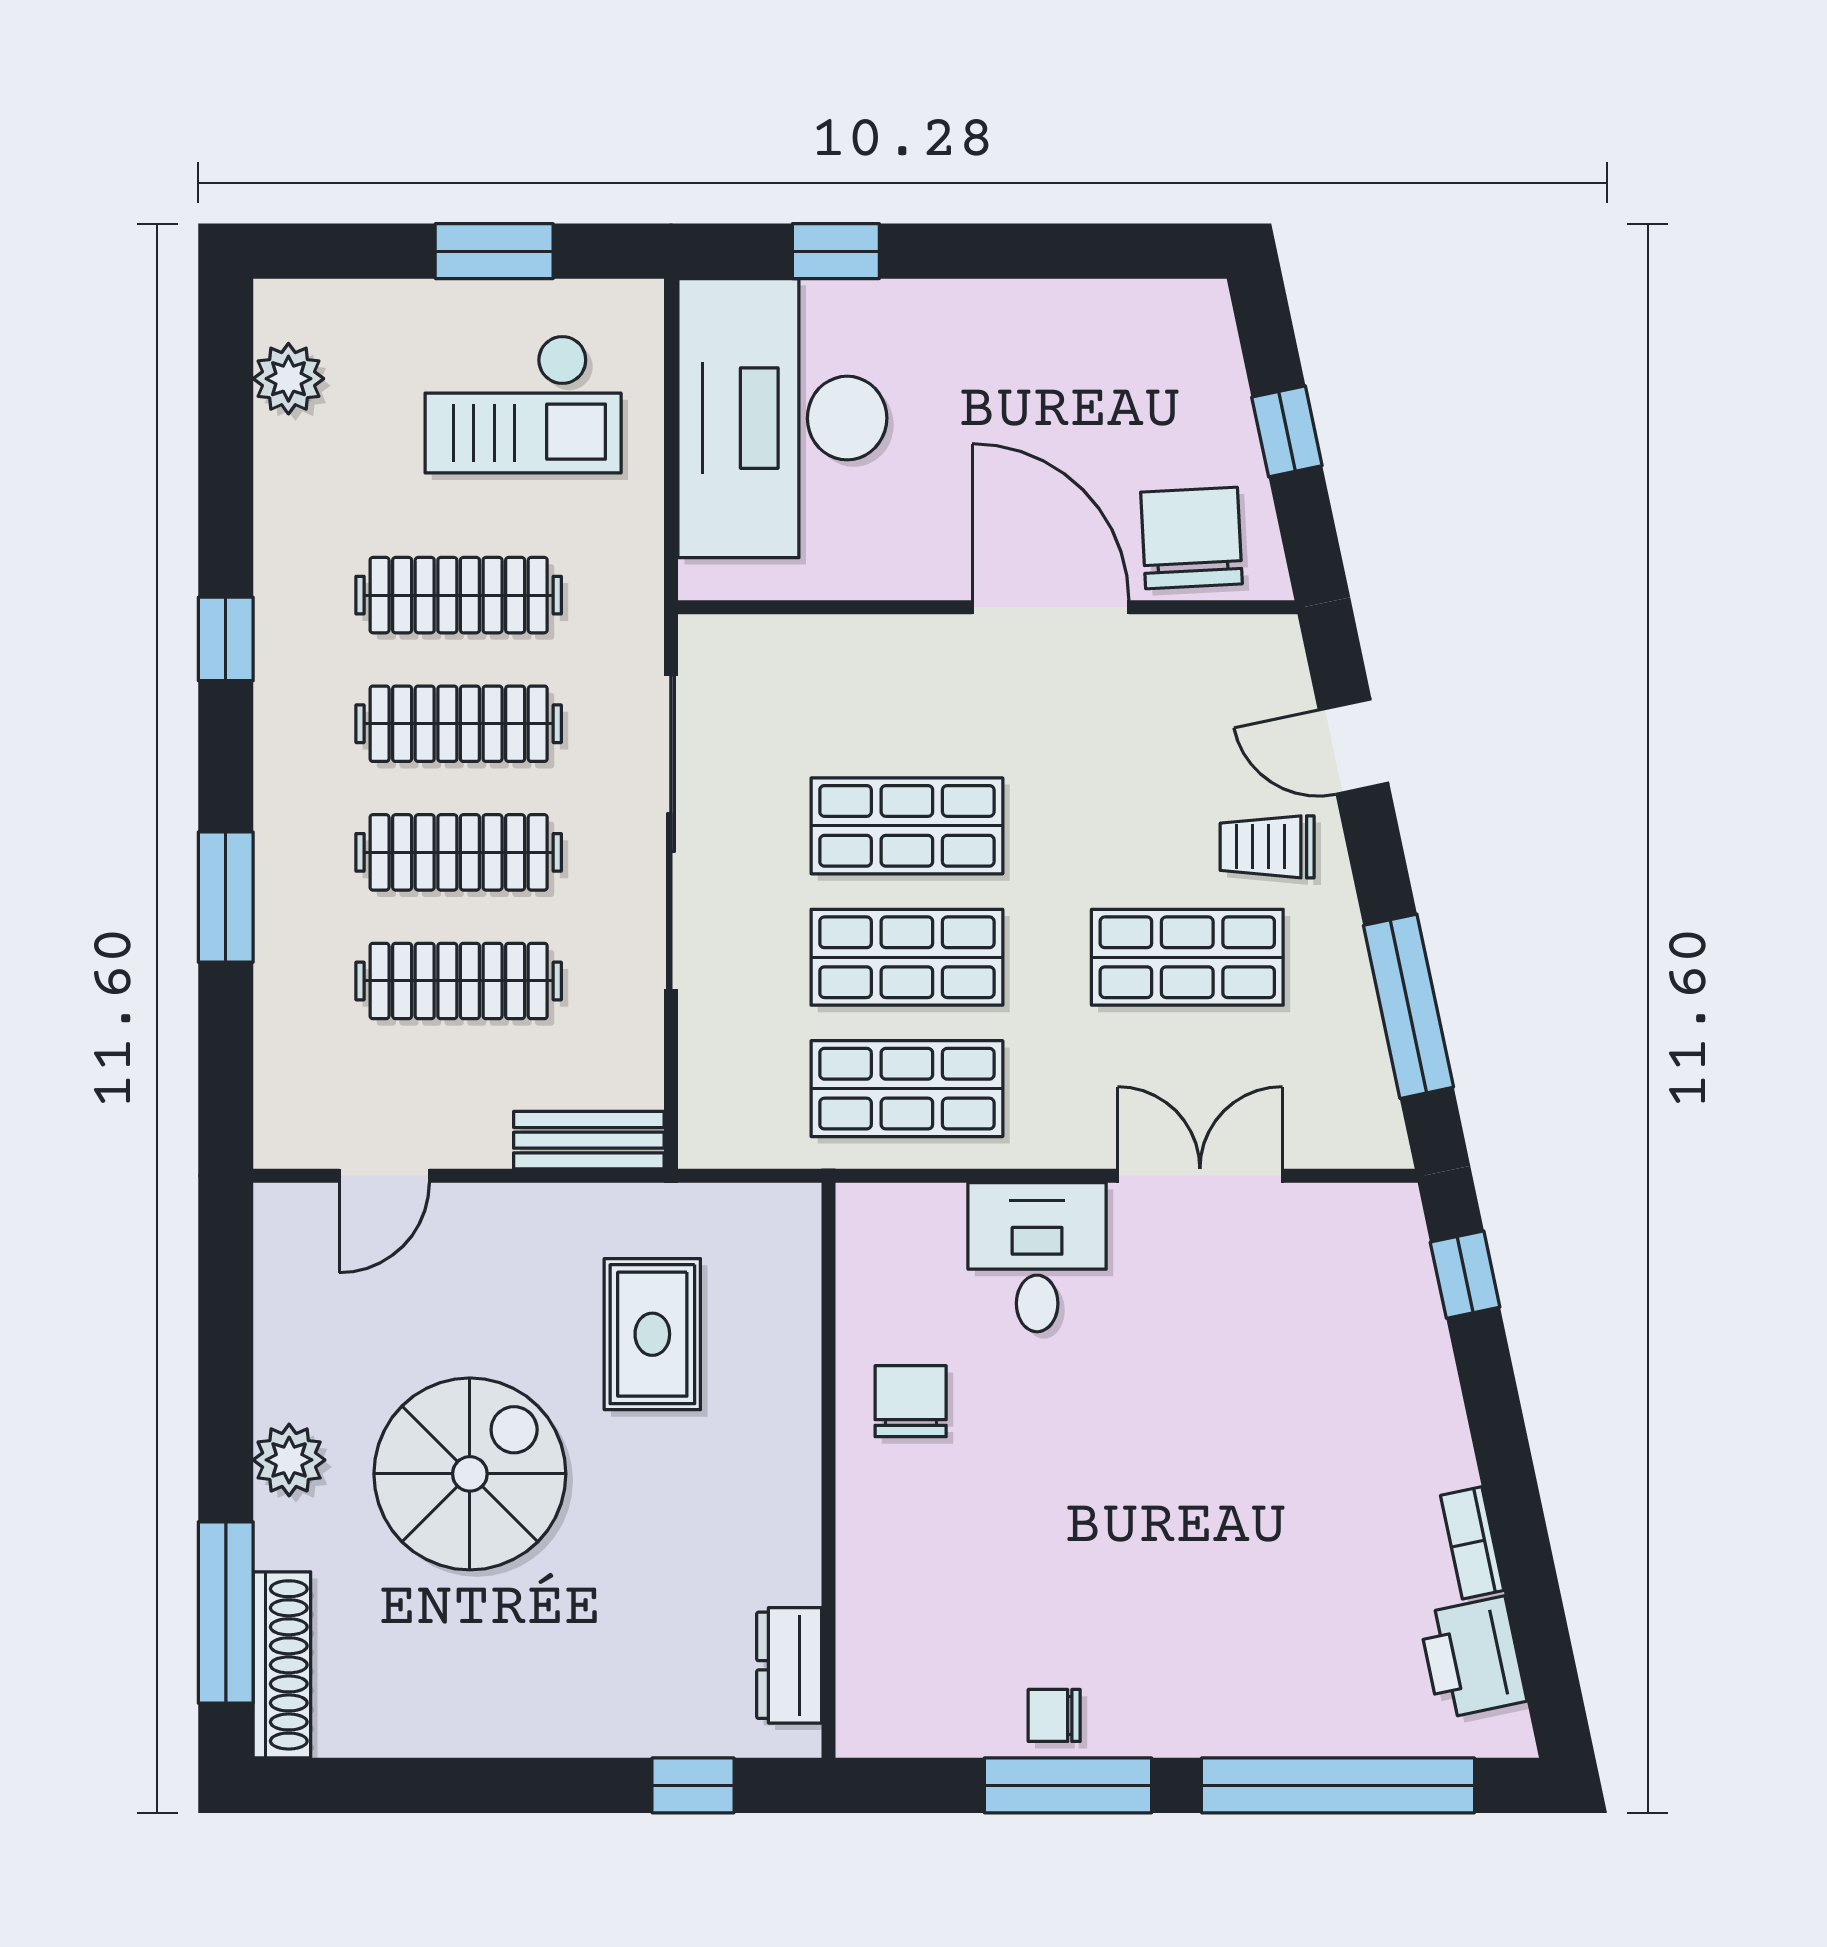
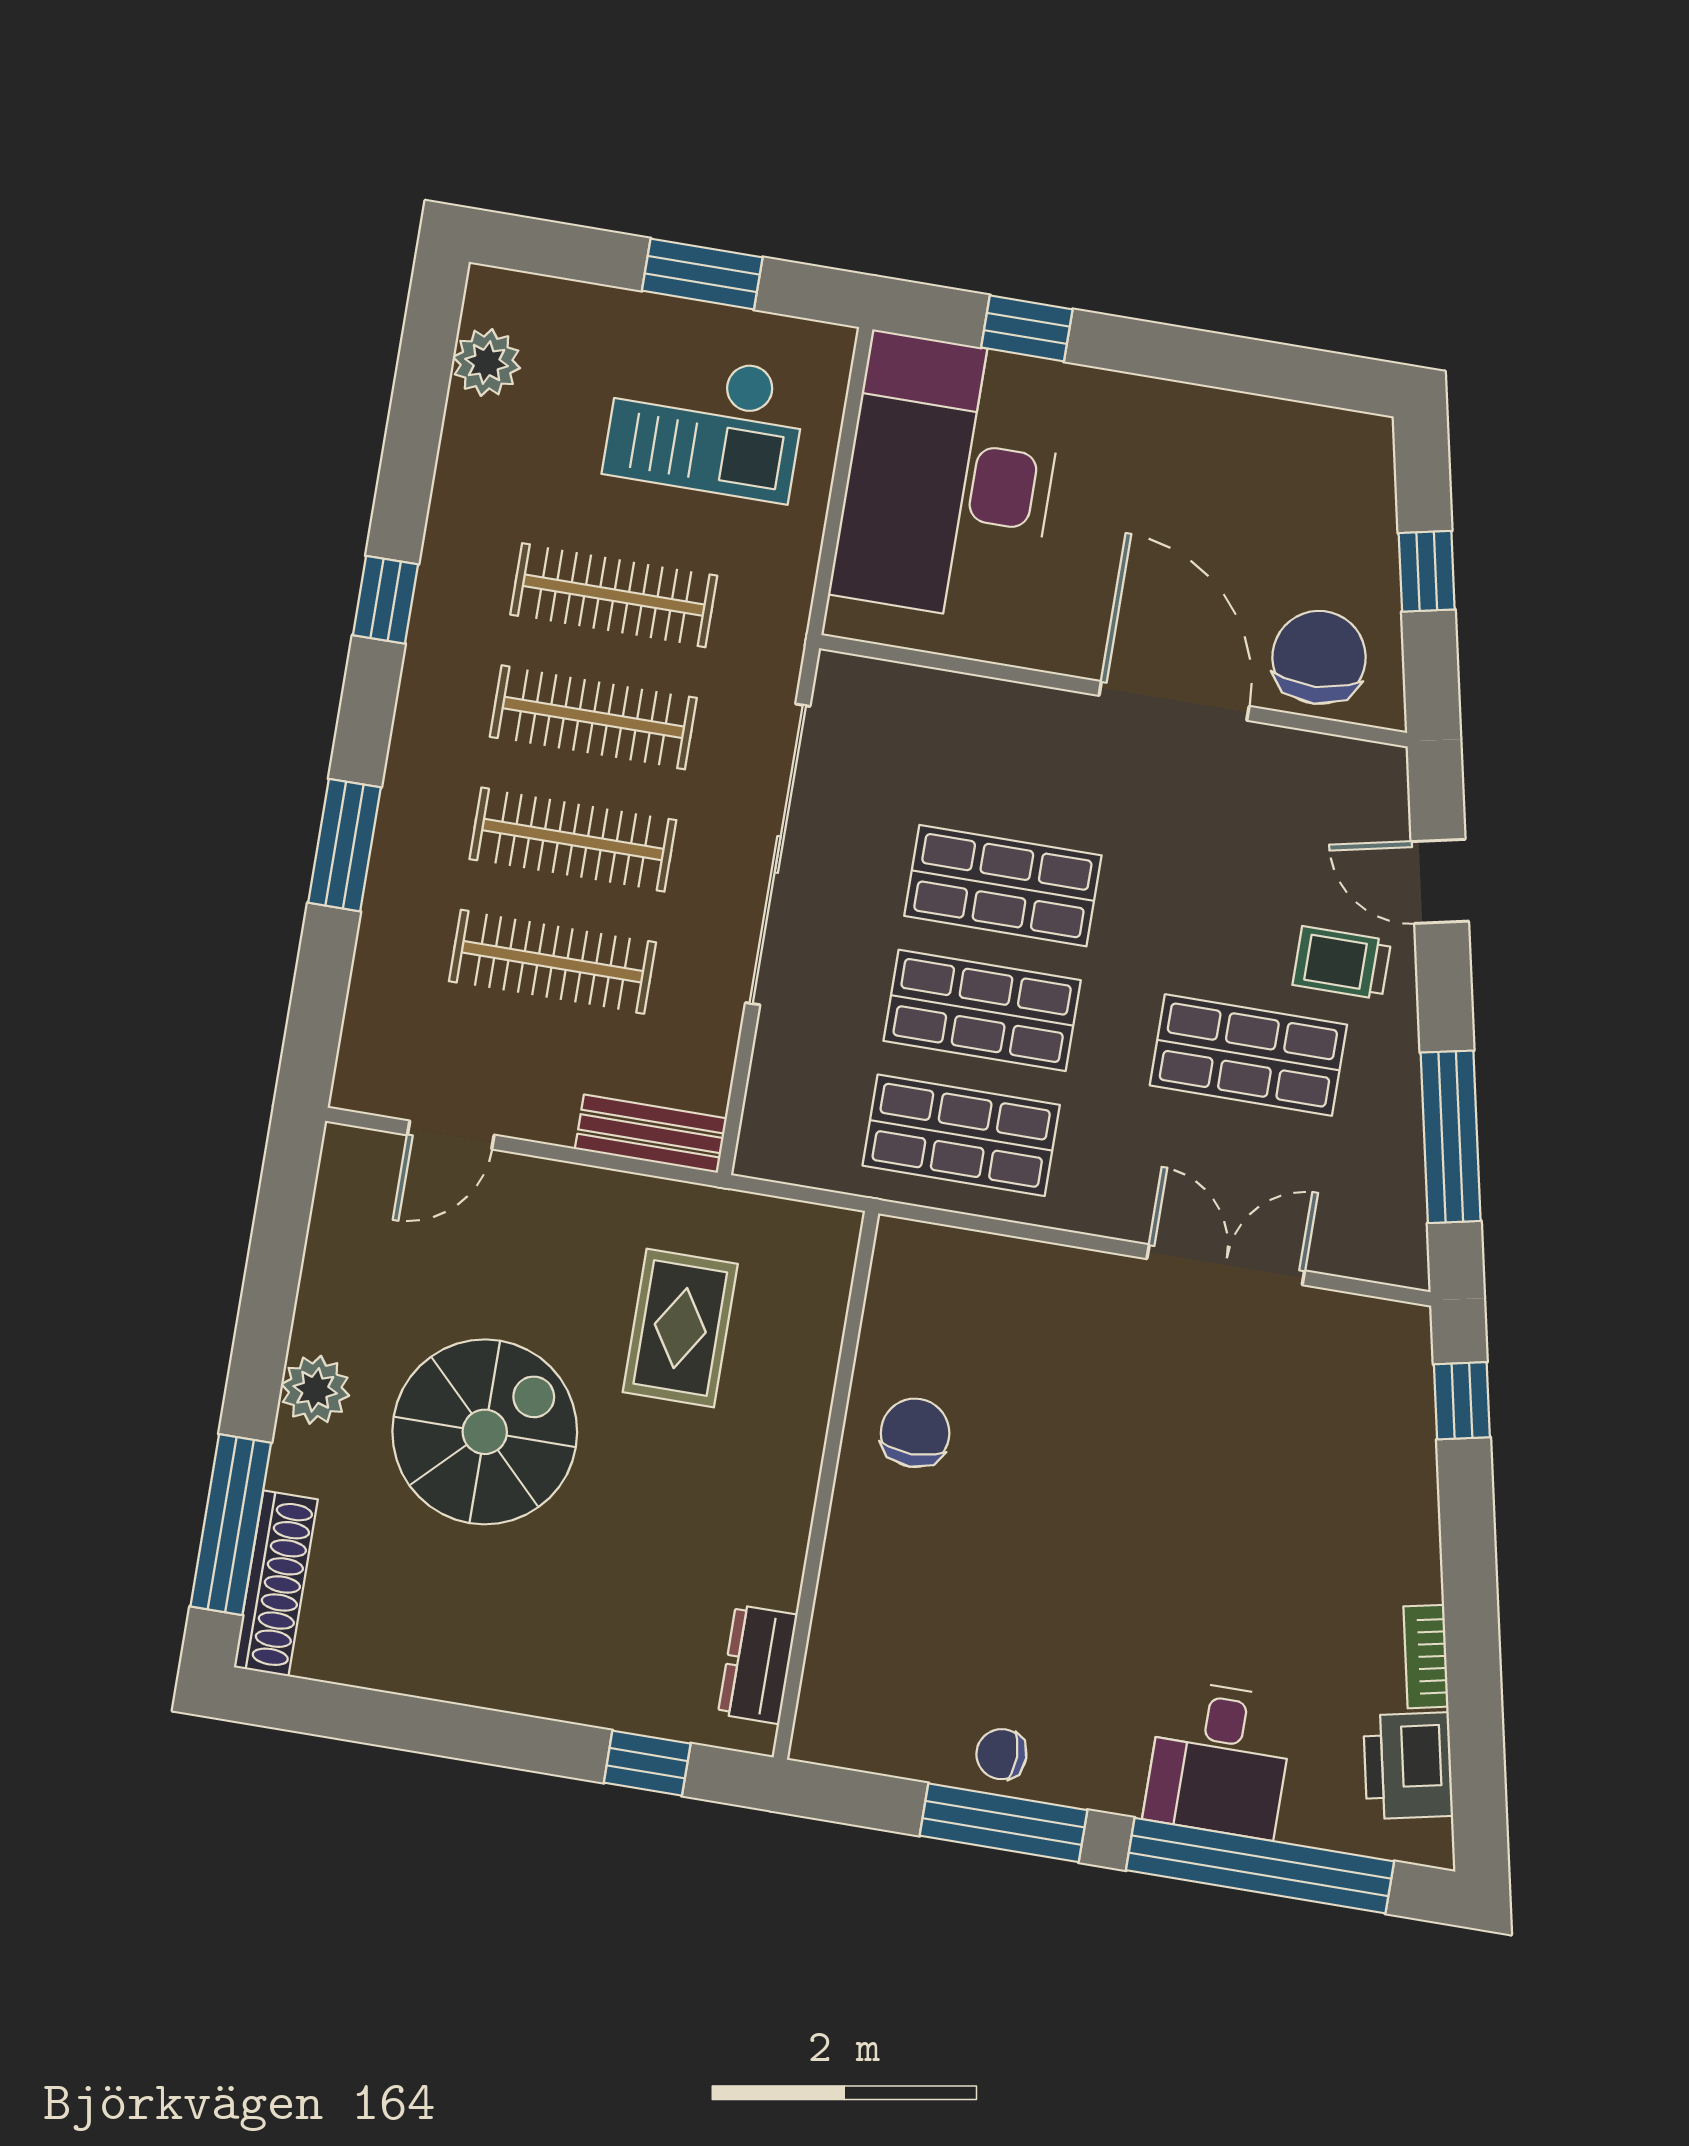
desk: (1037, 1257) -> (1219, 1759), moved, turned 180

